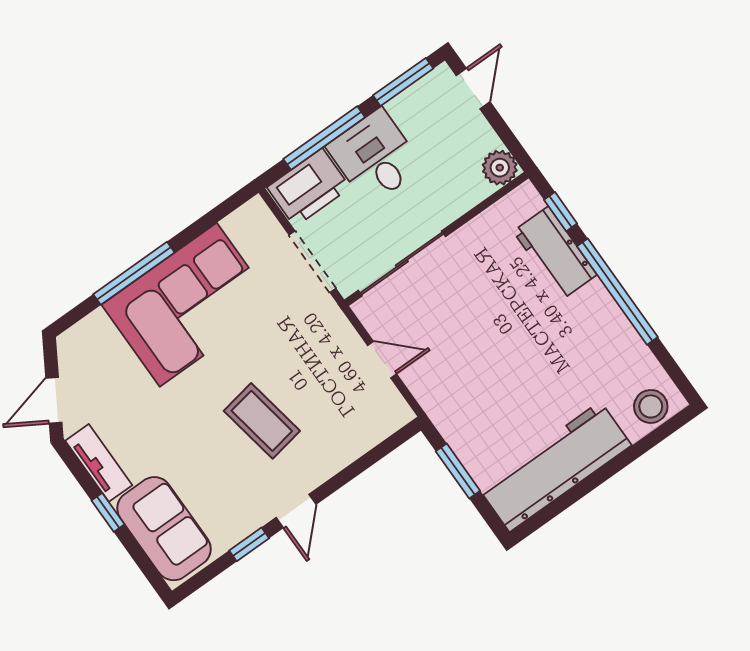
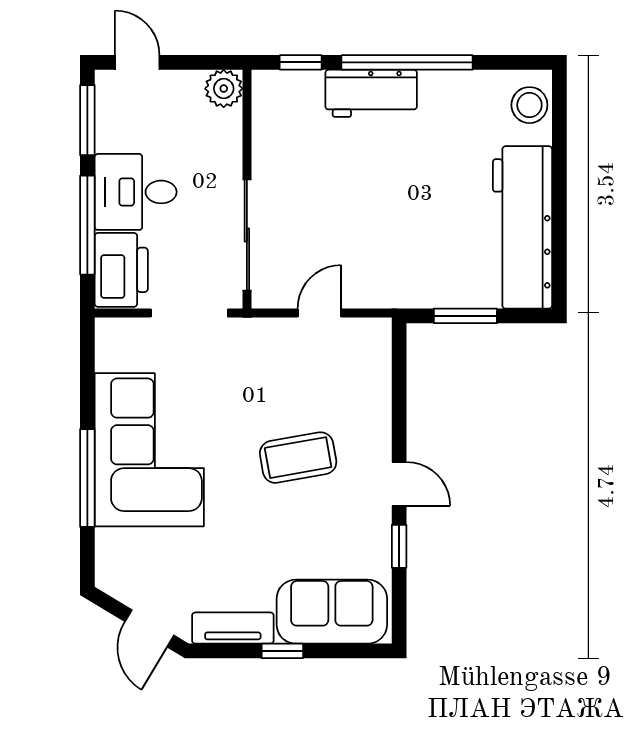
workbench: (555, 253) -> (371, 93), moved

